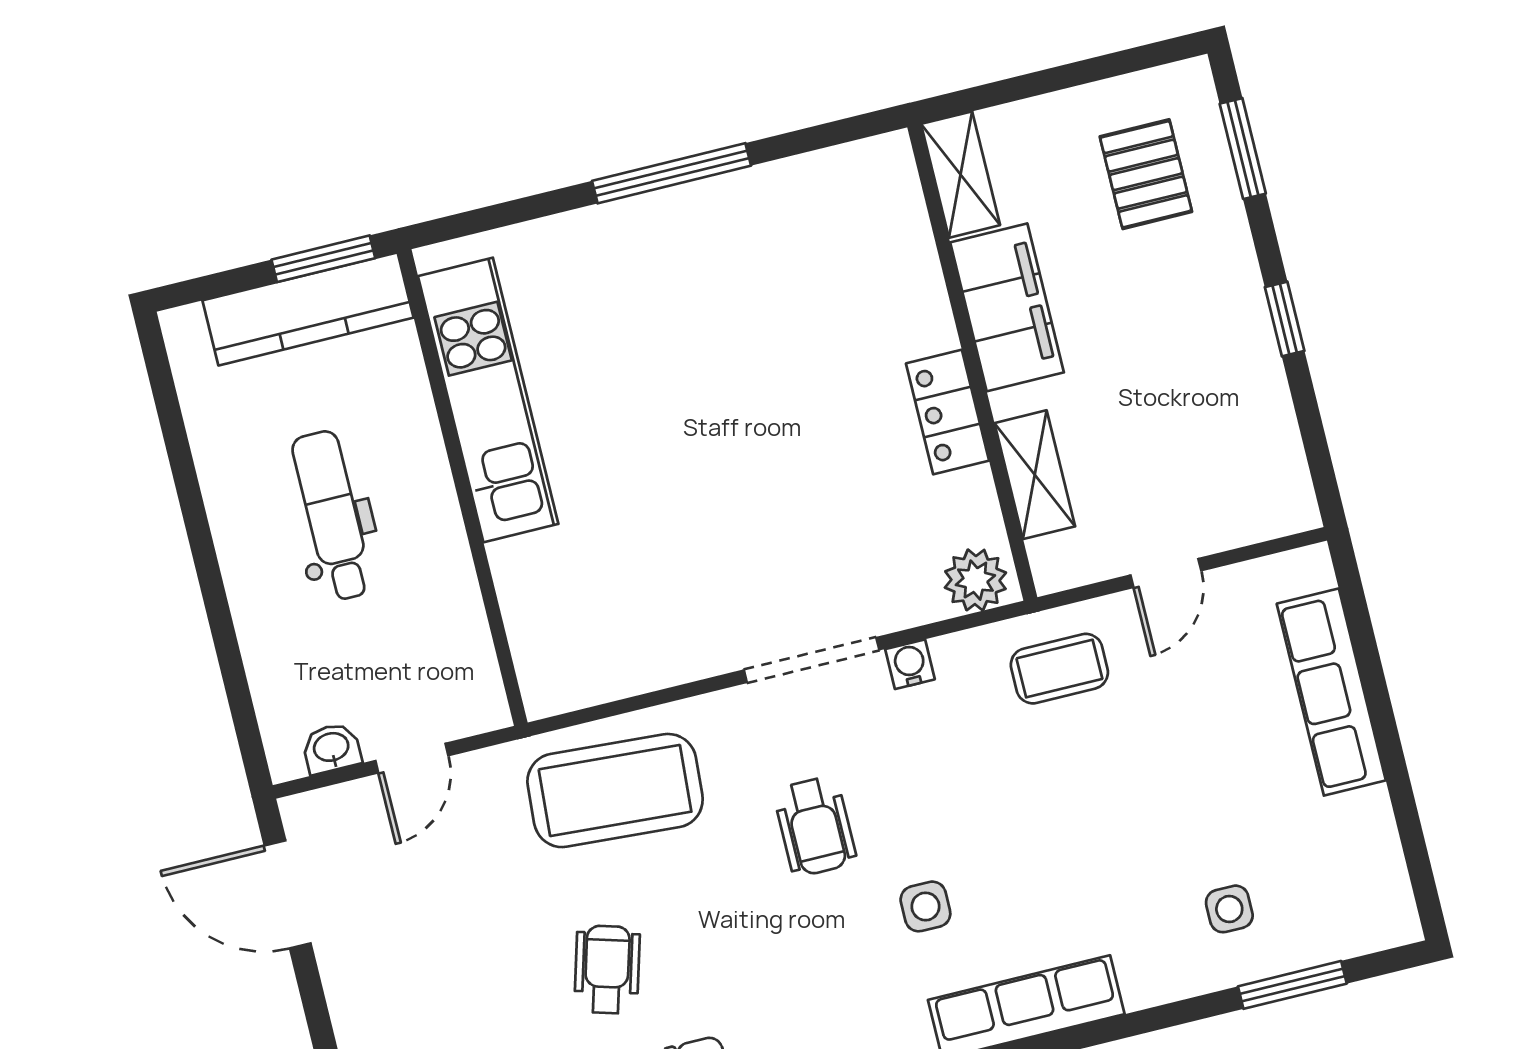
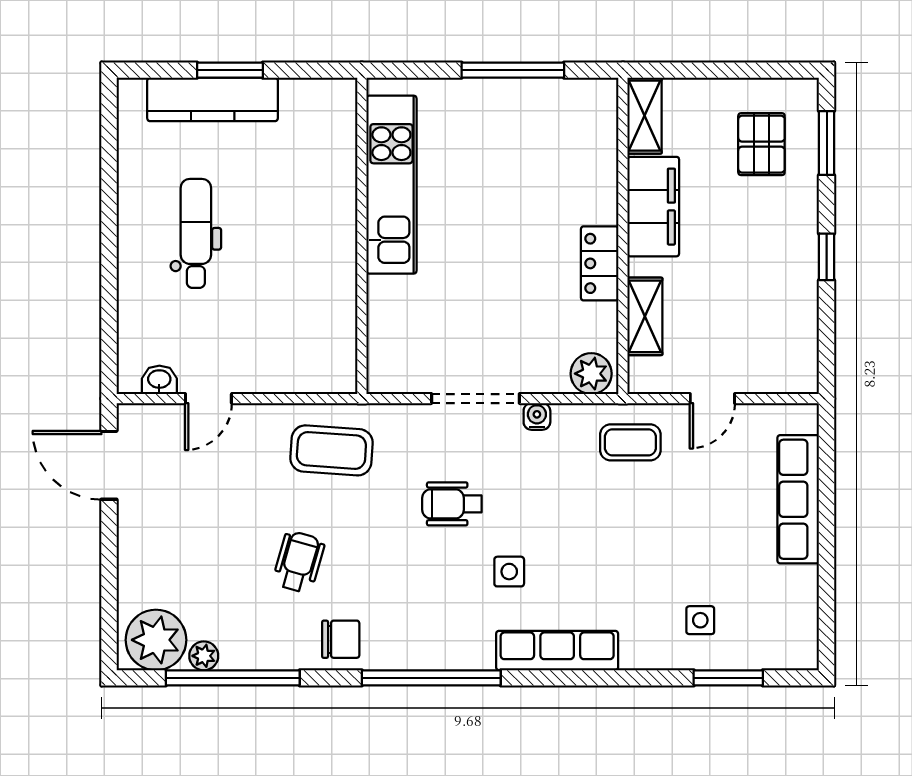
window: (671, 173) -> (513, 70), moved
kitchen unit: (488, 400) -> (391, 185), moved
wall: (463, 488) -> (362, 236), moved
coffee table: (615, 791) -> (331, 450), width x0.73, depth x0.76
wheelchair: (815, 826) -> (452, 504), turned 90

